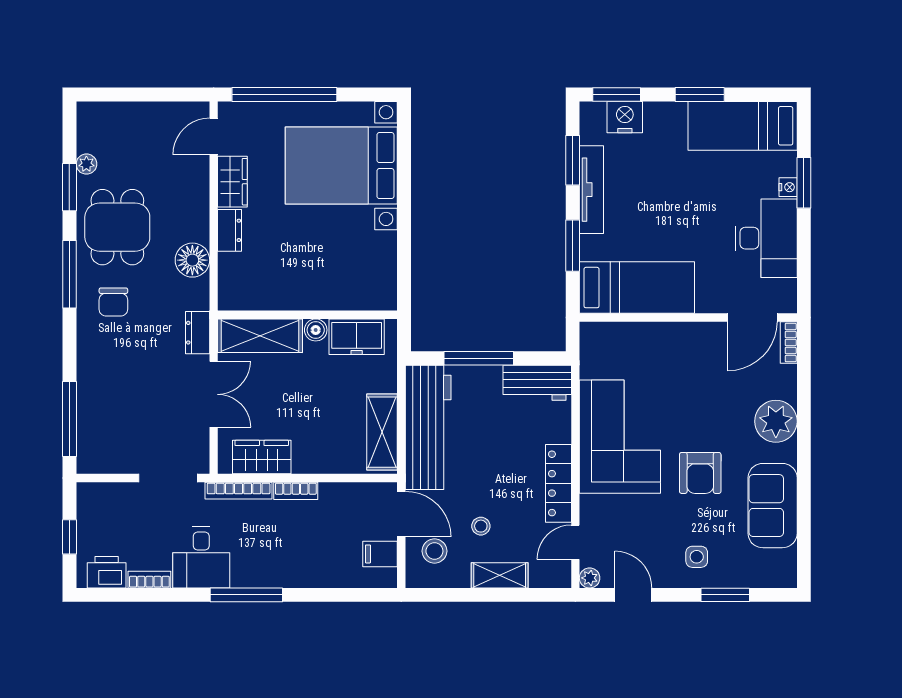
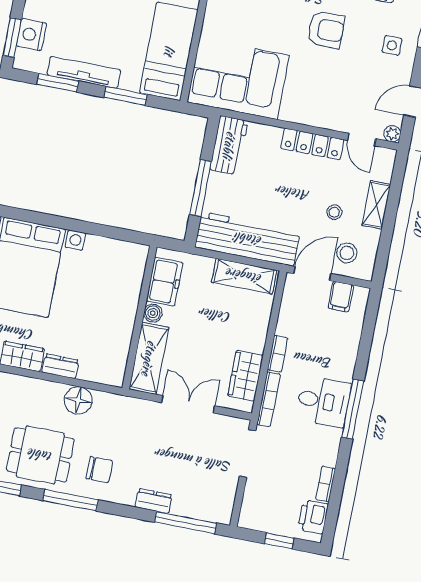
dresser: (198, 333) -> (154, 501), moved, turned 180
corner sofa: (620, 437) -> (238, 79), moved
desk: (201, 558) -> (323, 401), moved

